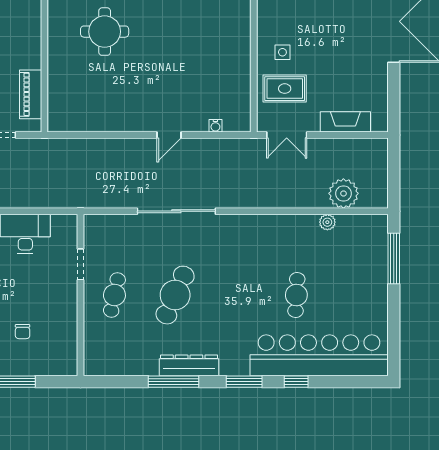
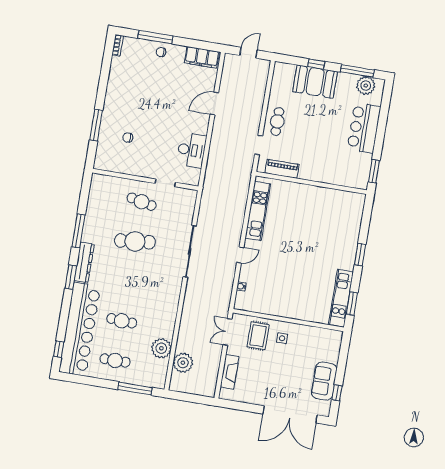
round table: (105, 32) -> (315, 224), removed
kitchen unit: (99, 120) -> (258, 211), added
door: (169, 135) -> (240, 255), swing flipped
plant: (327, 222) -> (161, 348), width x1.87, depth x1.87
cafe table: (175, 295) -> (135, 241), turned -30
cafe table: (357, 295) -> (115, 360), added
dresser: (189, 365) -> (84, 262), moved
window: (296, 382) -> (59, 349), moved

